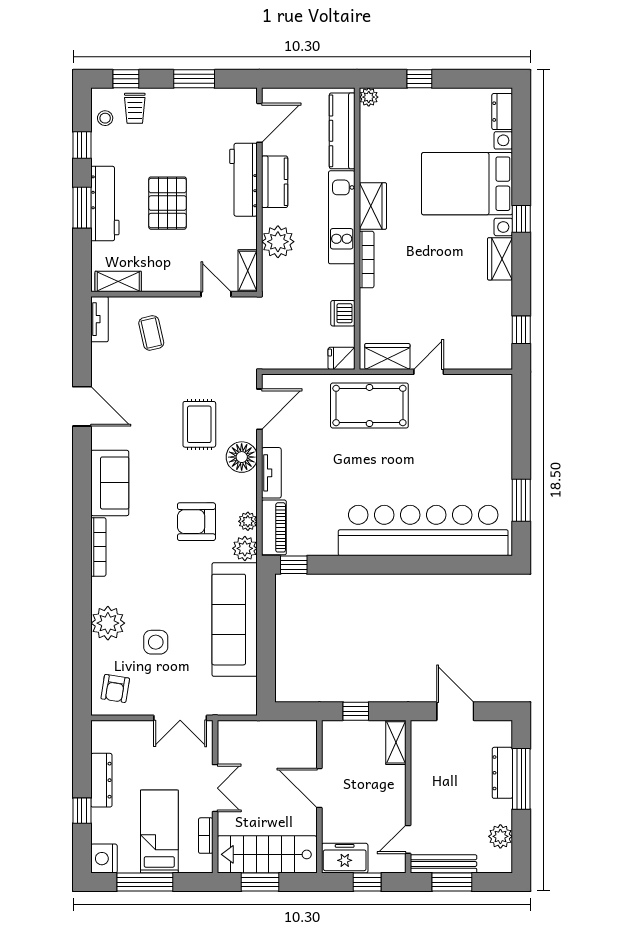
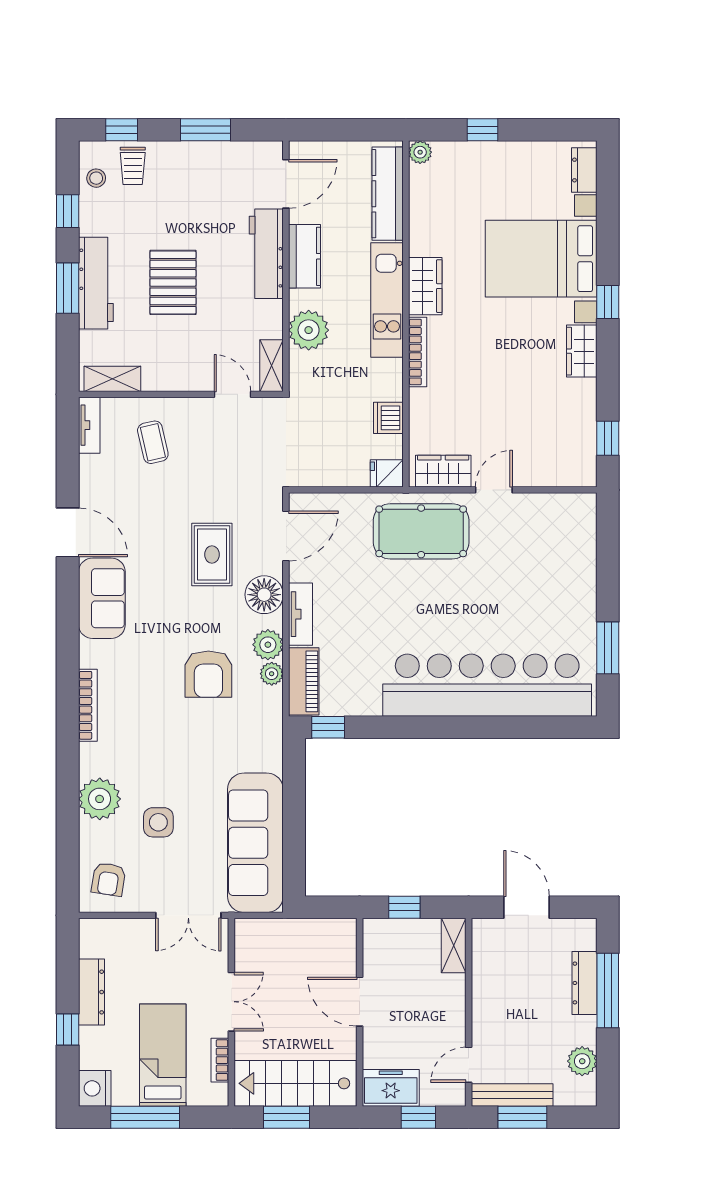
sofa: (110, 483) -> (102, 598), moved
armchair: (196, 522) -> (208, 674), turned -90
plant: (245, 548) -> (268, 645), moved
sofa: (235, 620) -> (255, 843), moved

